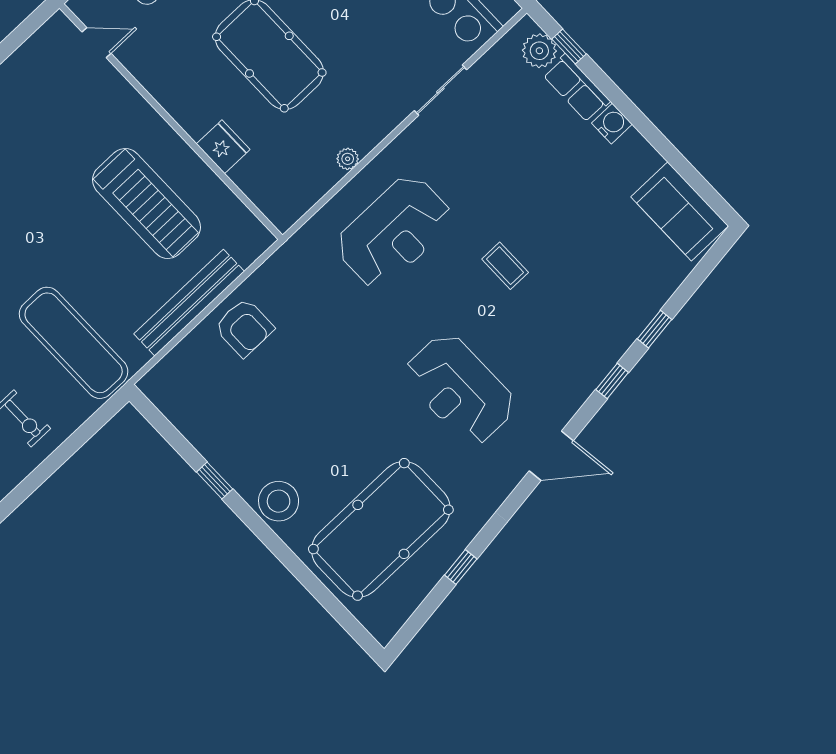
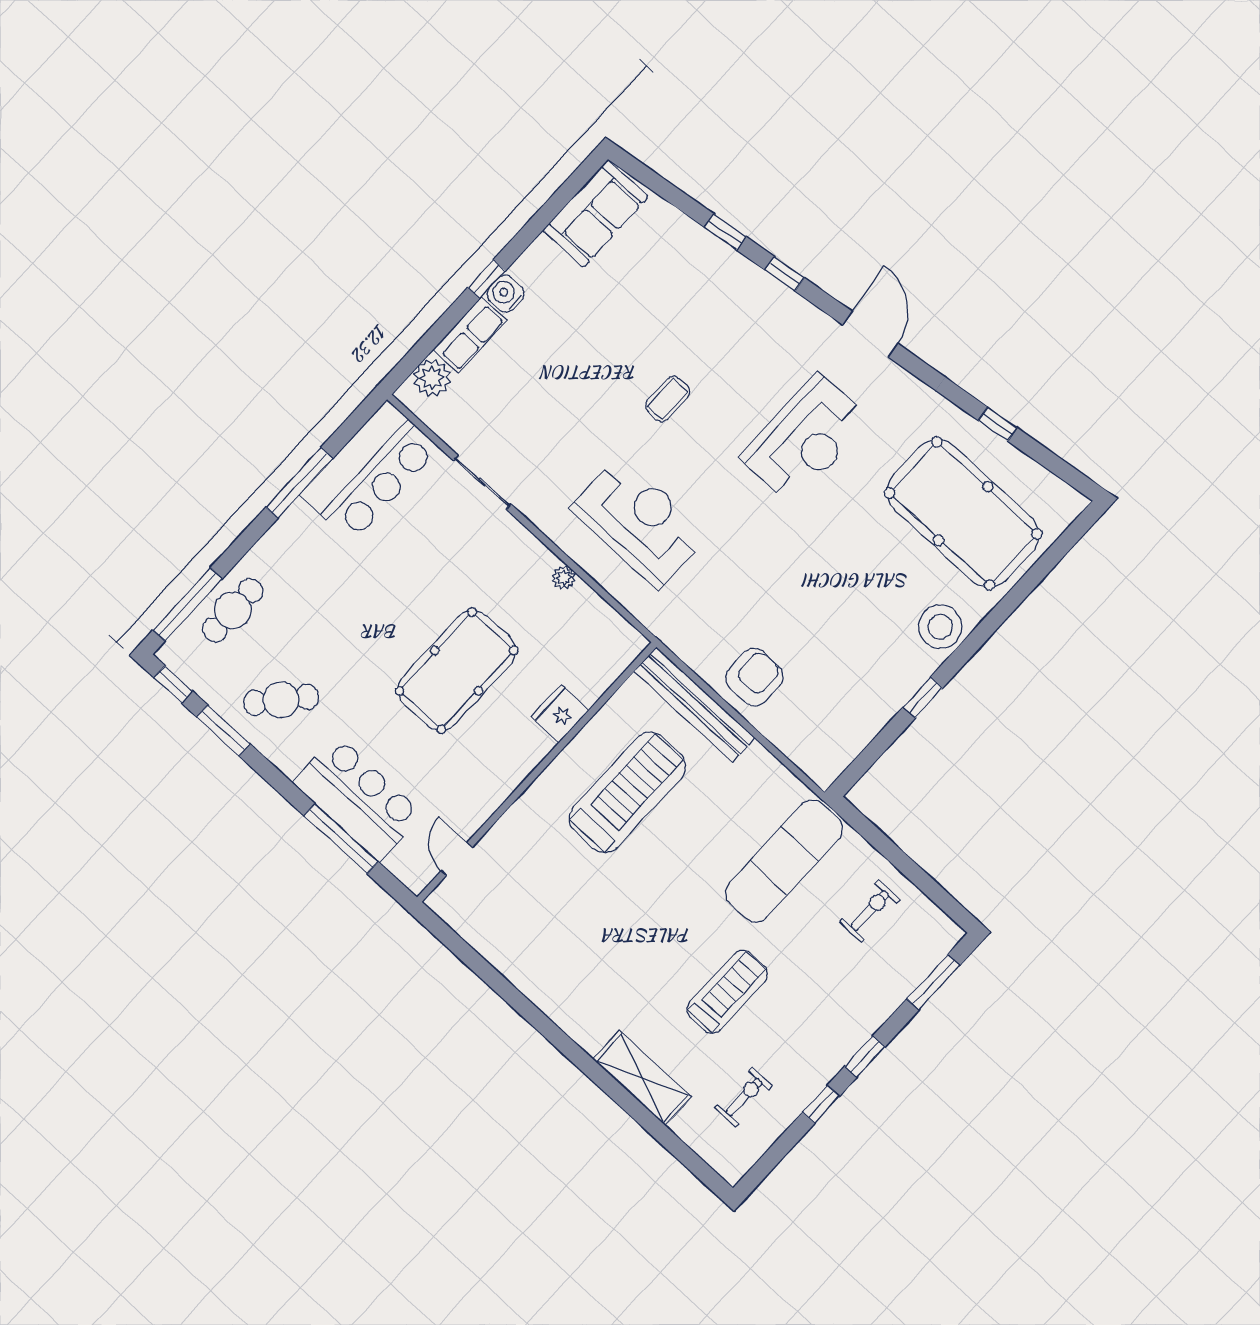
window: (569, 46) -> (487, 279), moved
bench: (189, 303) -> (694, 704), moved

